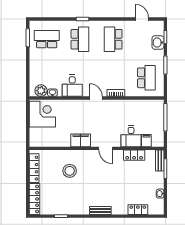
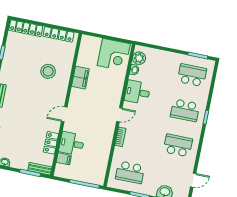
school desk: (47, 39) -> (192, 75), turned -90
filing cabinet: (81, 140) -> (80, 78), moved

